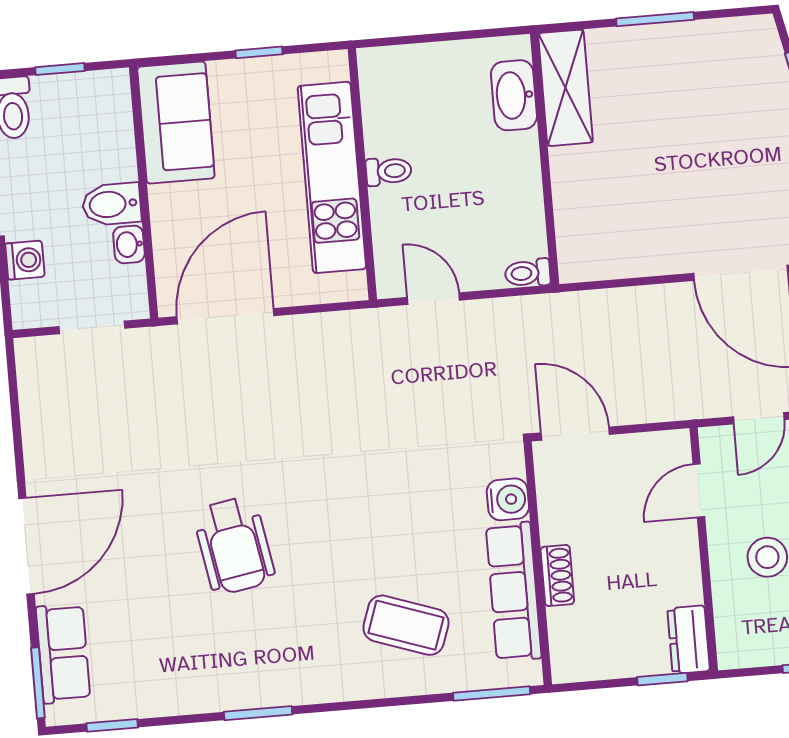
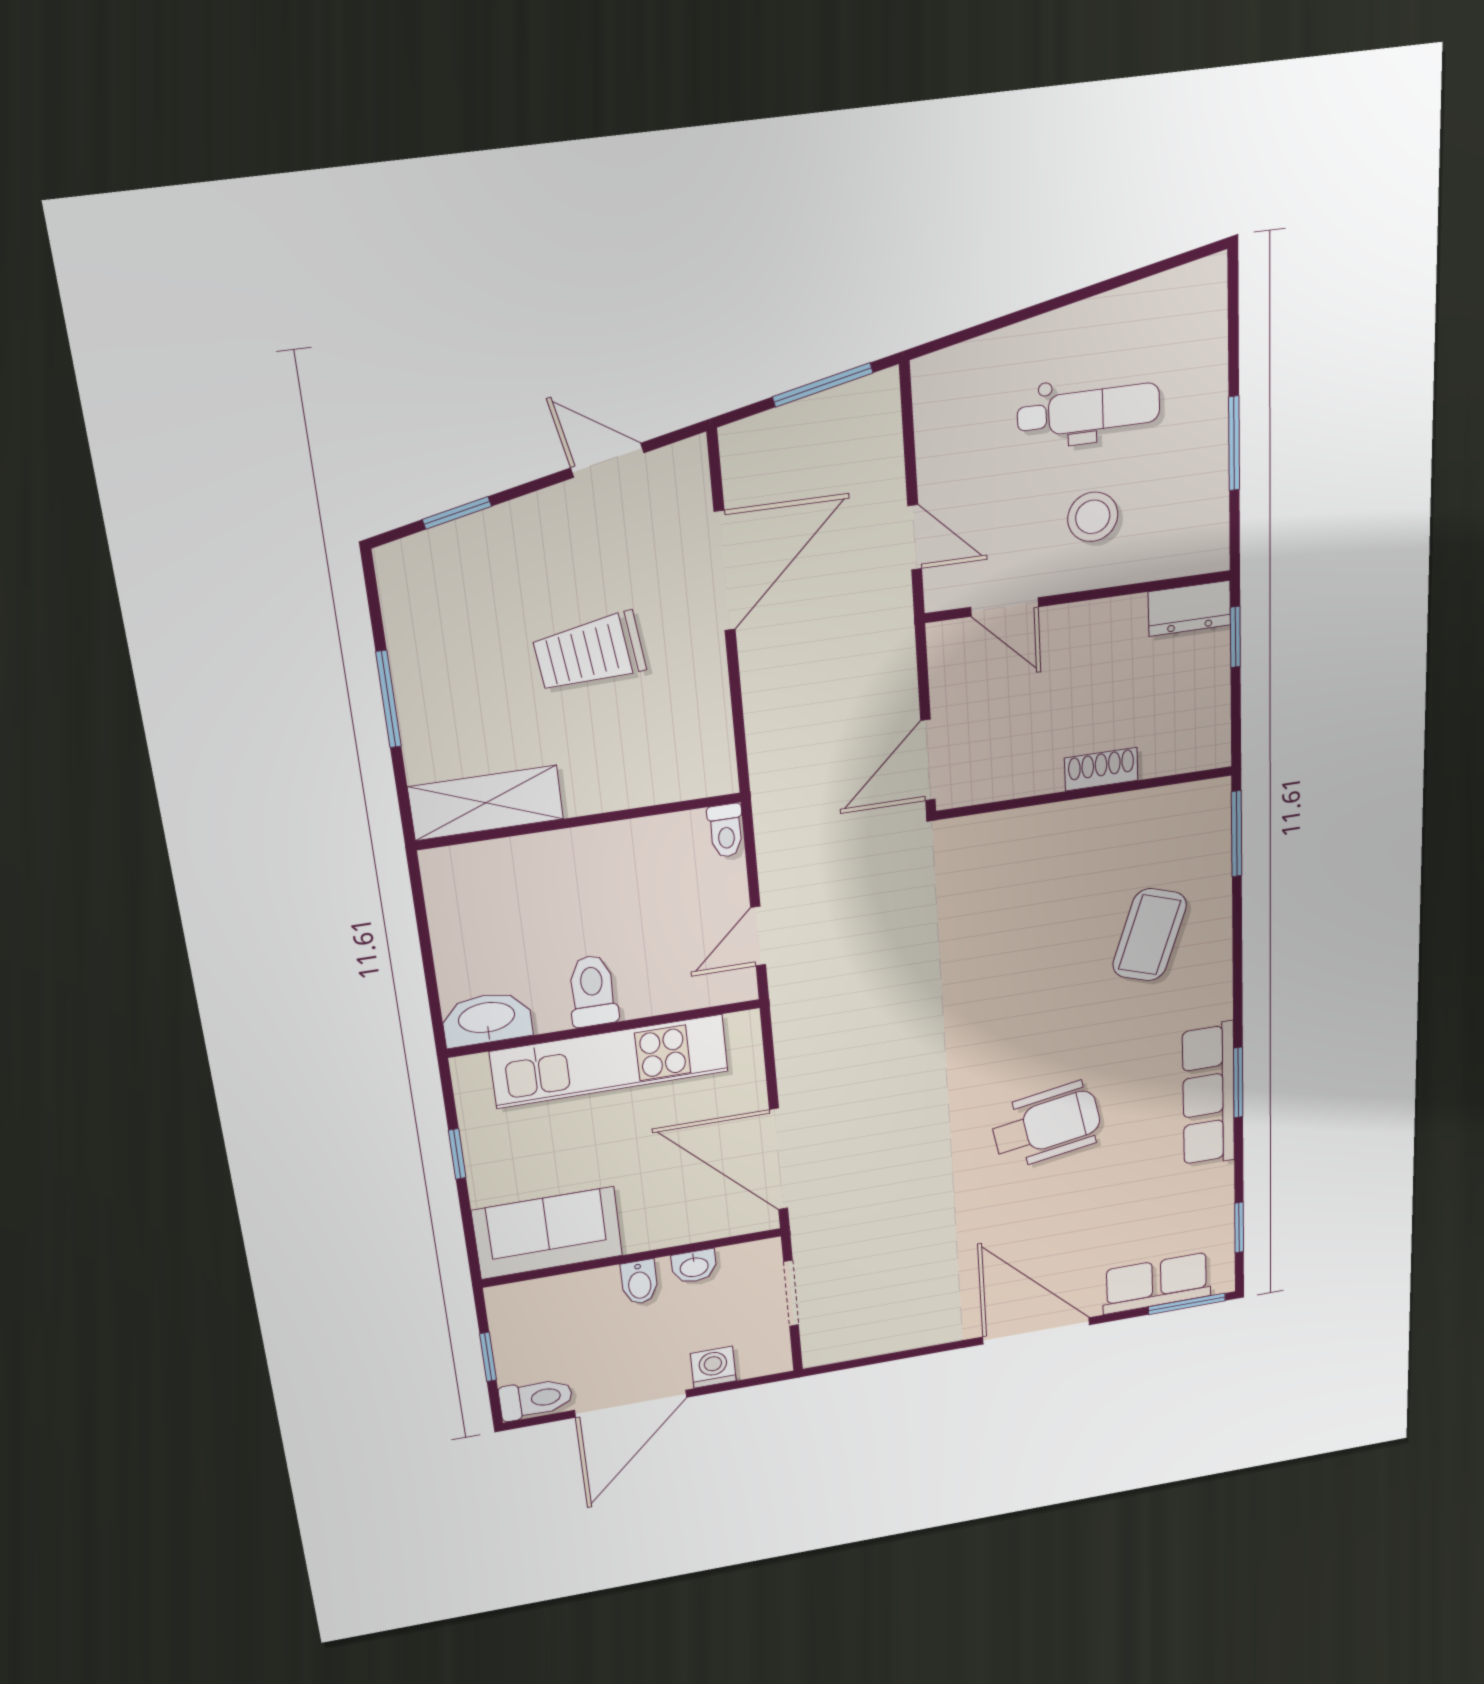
washbasin: (514, 95) -> (487, 1019), moved, turned 180
trolley: (682, 170) -> (589, 653), added
toilet: (389, 171) -> (592, 991), width x1.37, depth x1.39
bidet: (112, 204) -> (639, 1282), width x0.72, depth x0.74
water cooler: (508, 499) -> (1006, 833), removed
row of seats: (514, 592) -> (1209, 1095), moved, turned 90

